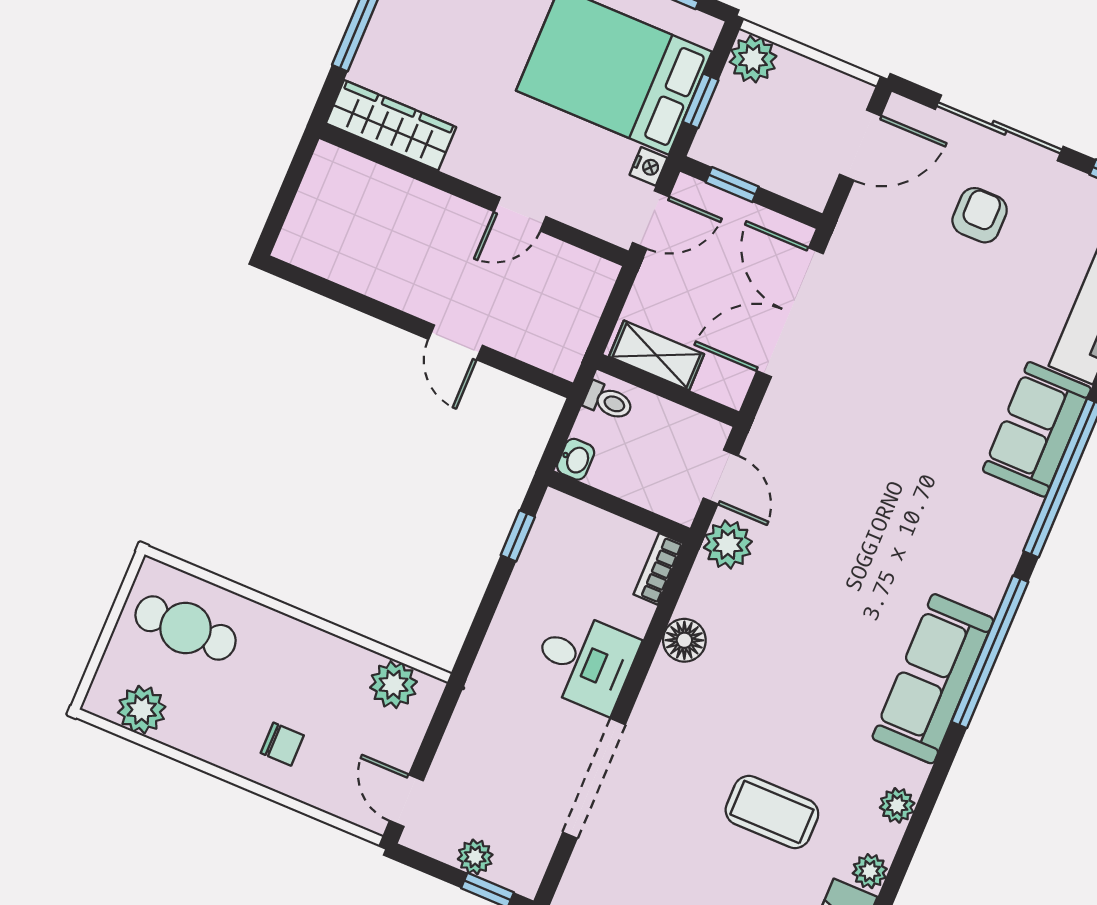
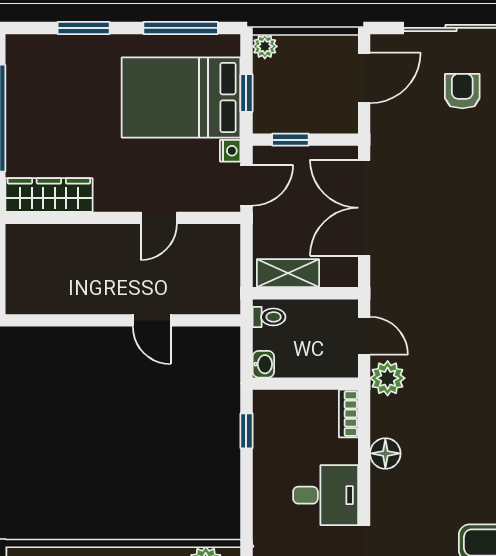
plant: (753, 59) -> (265, 46), width x0.73, depth x0.73

